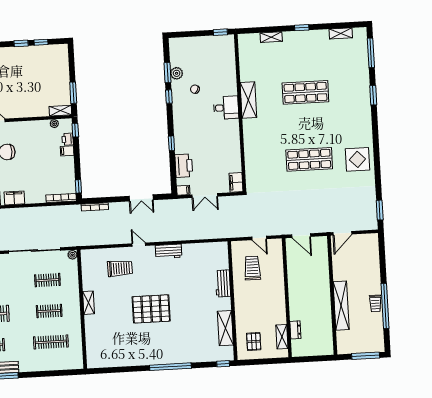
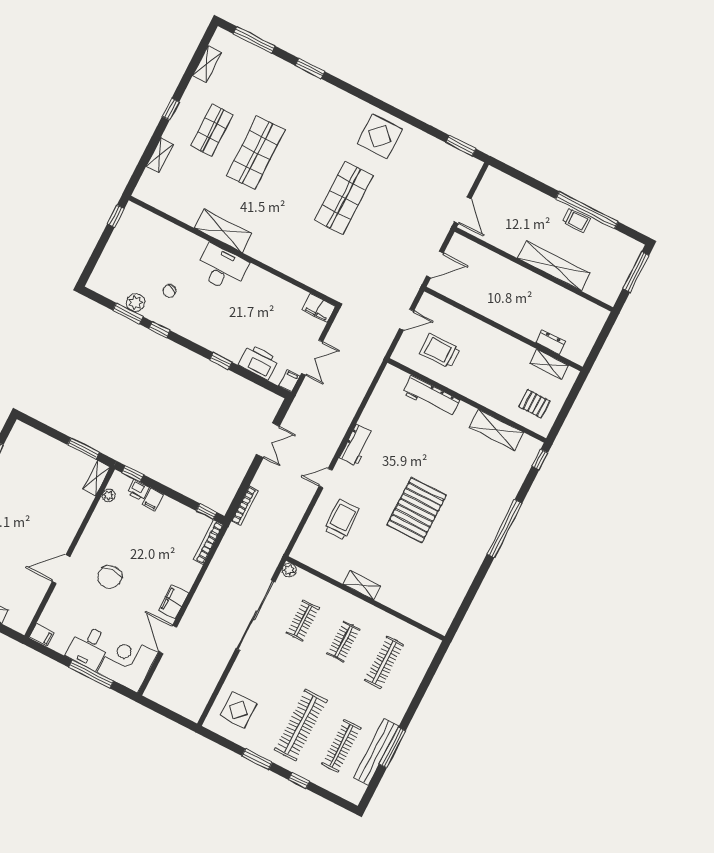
shop shelf: (304, 59) -> (212, 130), added
desk: (226, 108) -> (222, 268), width x1.37
workbench: (223, 283) -> (431, 396), width x1.37

